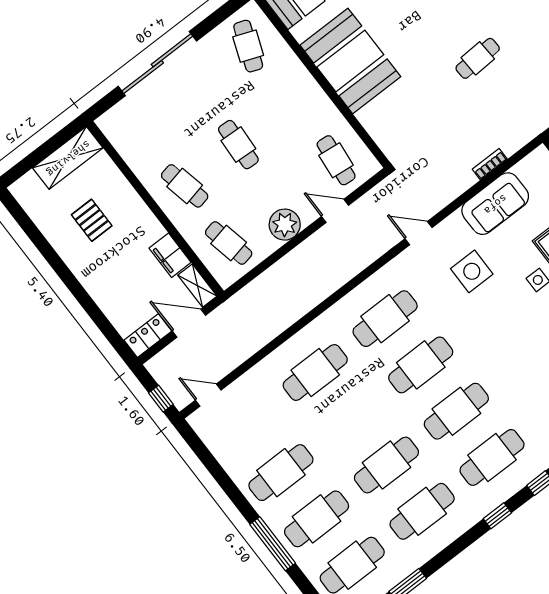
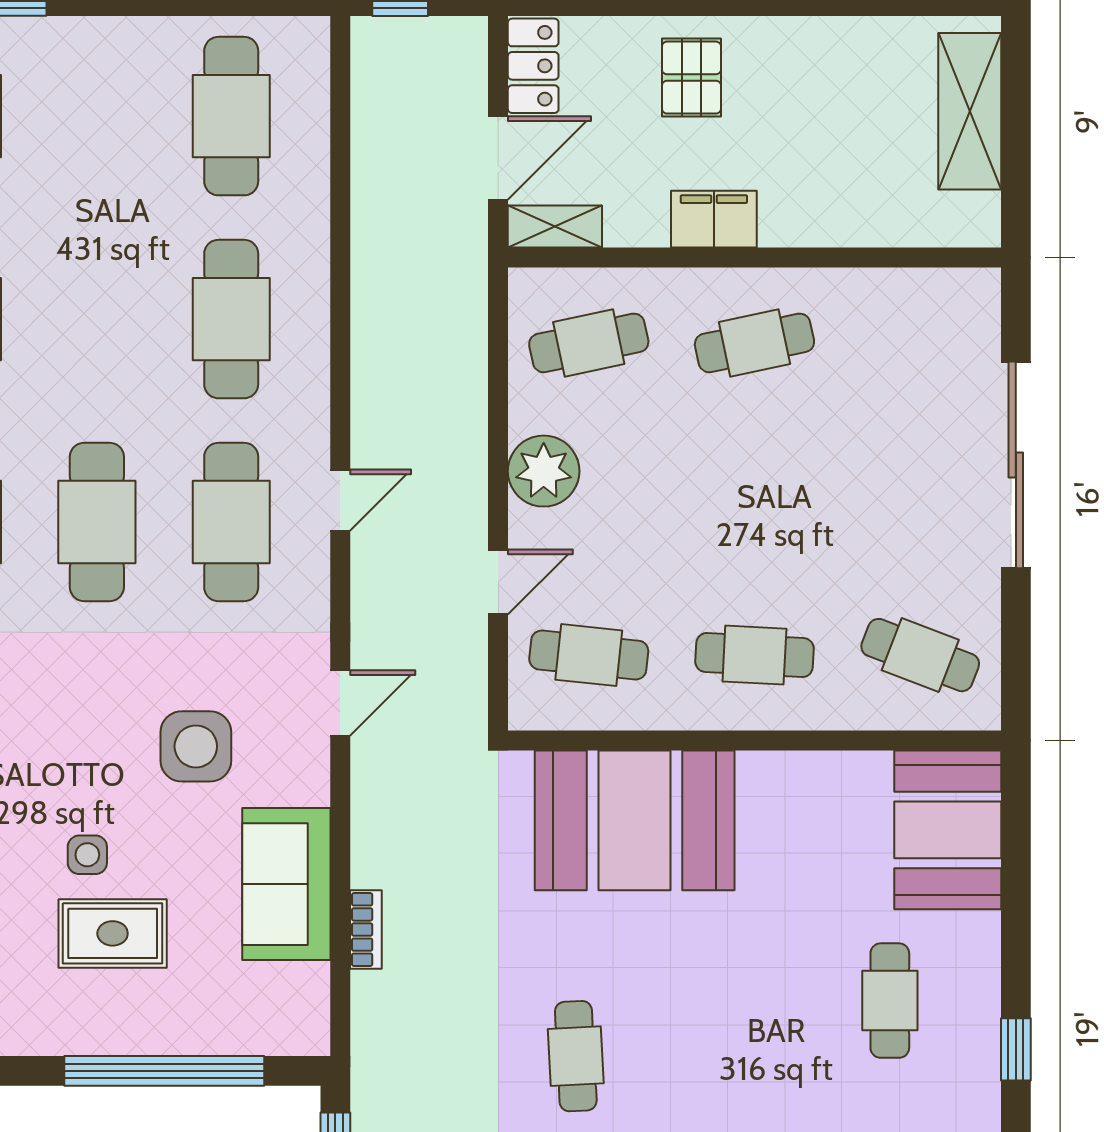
booth: (350, 61) -> (635, 820), moved
cafe table: (238, 145) -> (754, 655), moved
shelving: (68, 158) -> (970, 111), moved
pallet: (92, 220) -> (691, 78), moved, turned 90
filing cabinet: (170, 255) -> (714, 219), moved
door: (208, 395) -> (340, 500), moved
cafe table: (281, 473) -> (231, 116), moved

